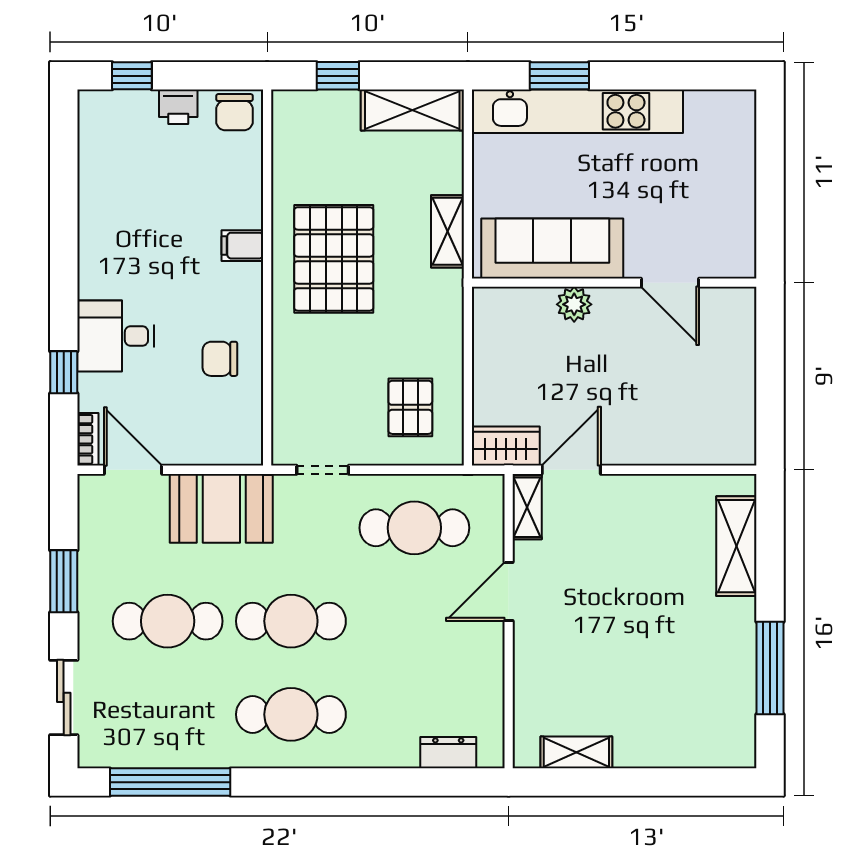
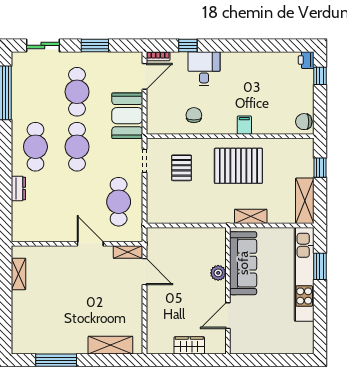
printer: (178, 107) -> (306, 60), moved
pallet: (410, 407) -> (182, 168), moved, turned 90
wardrobe: (506, 446) -> (189, 345), moved, turned -90
dresser: (448, 753) -> (18, 188), moved

